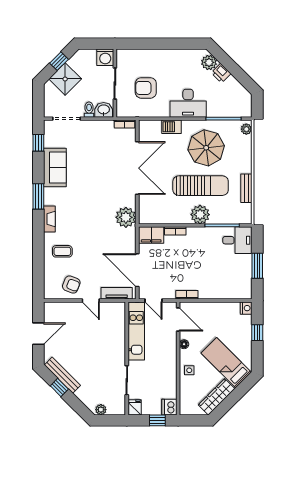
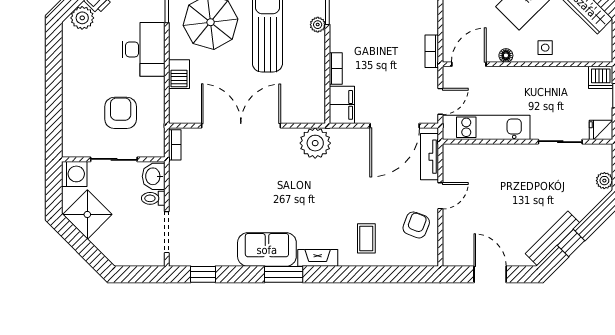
window: (59, 61) -> (80, 243), removed
shower: (65, 79) -> (87, 214), moved
armchair: (146, 88) -> (121, 113), turned 180
sofa: (55, 168) -> (267, 250), moved
plant: (200, 215) -> (318, 25), width x0.53, depth x0.53

